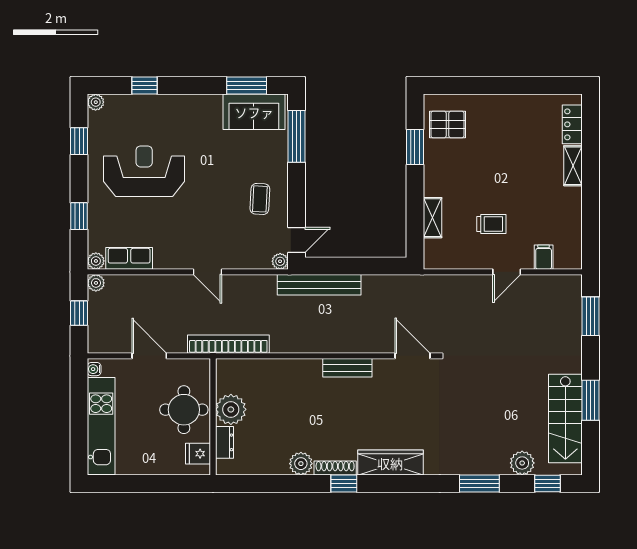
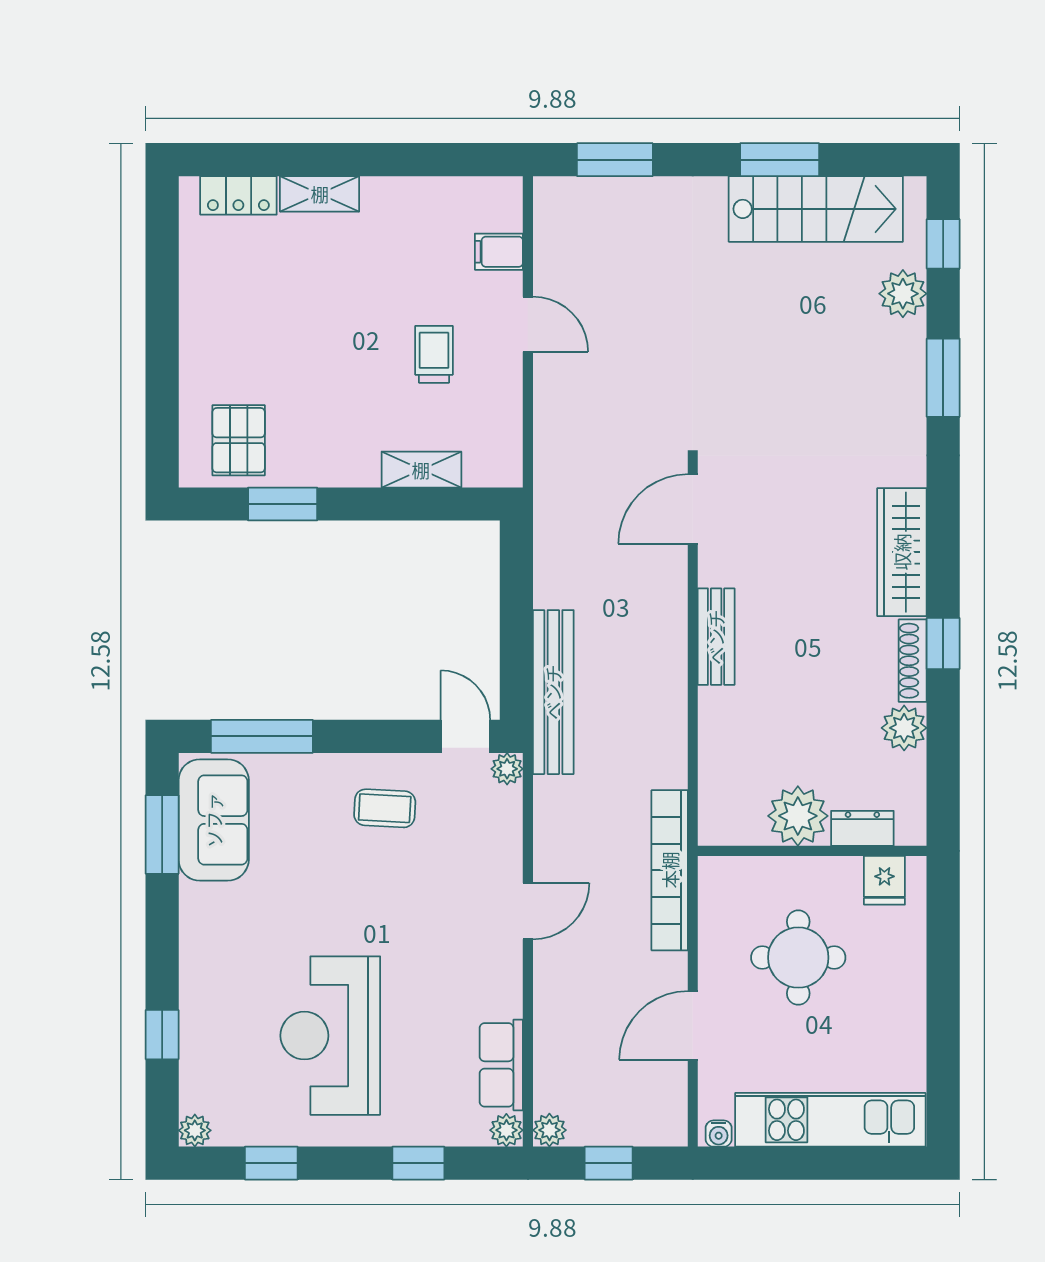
plant: (231, 409) -> (798, 816), moved
wall: (213, 417) -> (812, 851), moved
dresser: (224, 442) -> (862, 828), moved
fridge: (198, 454) -> (884, 880), moved

